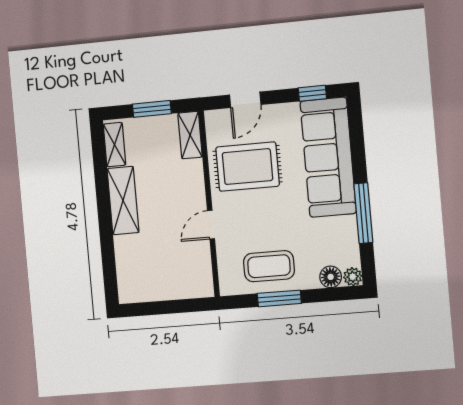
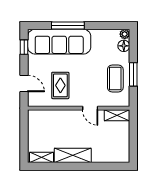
window: (152, 109) -> (24, 135), removed
shelving: (190, 135) -> (117, 115), moved
rug: (247, 167) -> (60, 85), width x0.73, depth x0.70
window: (363, 213) -> (68, 25), moved

